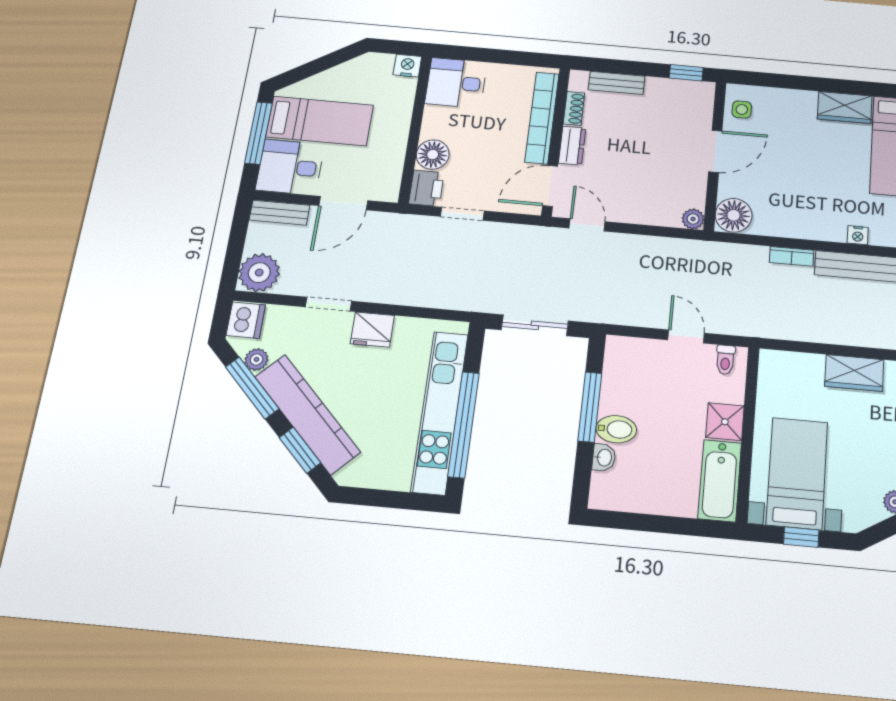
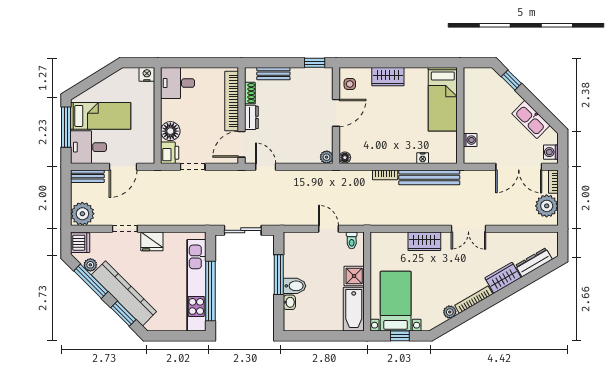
wardrobe: (845, 107) -> (388, 77), moved
floor lamp: (734, 215) -> (345, 158), width x0.53, depth x0.53

